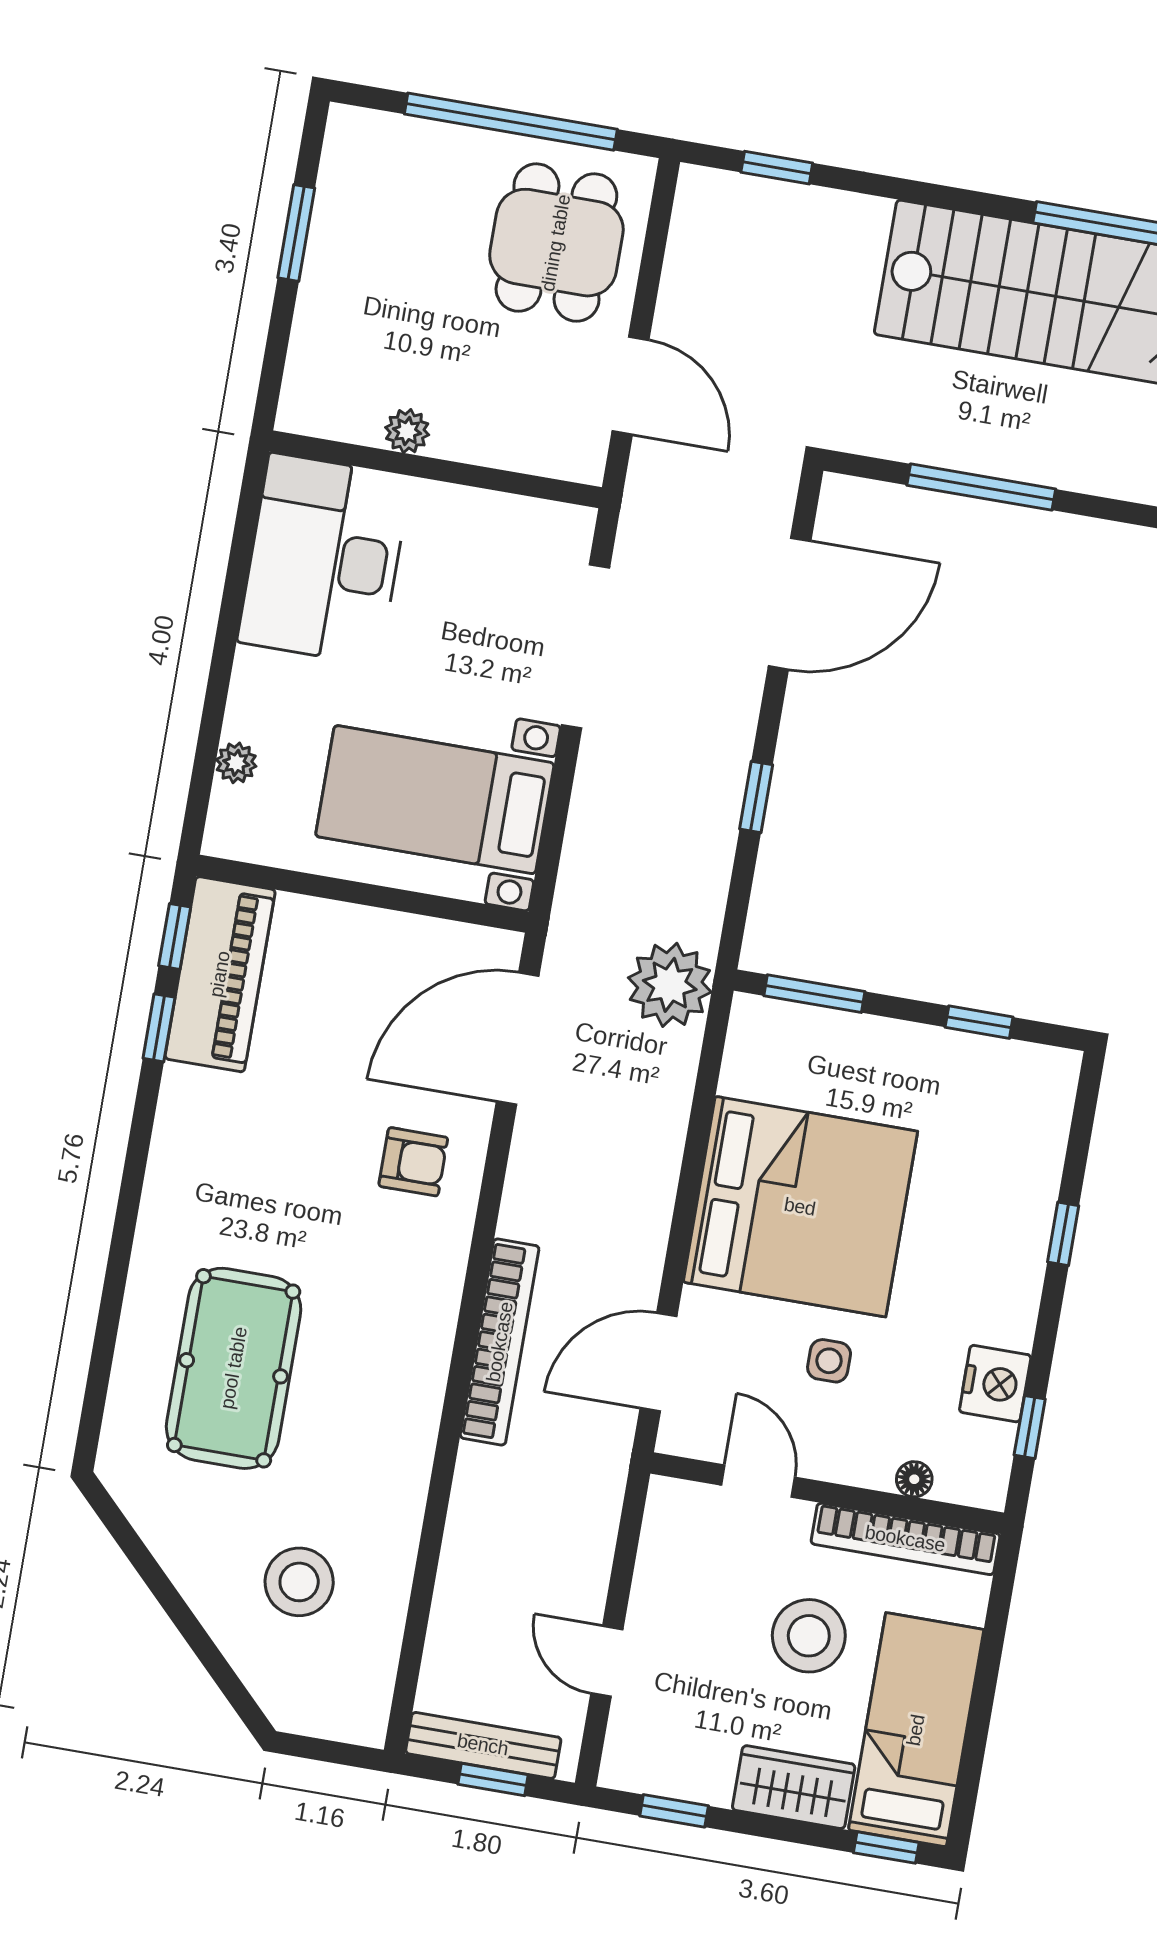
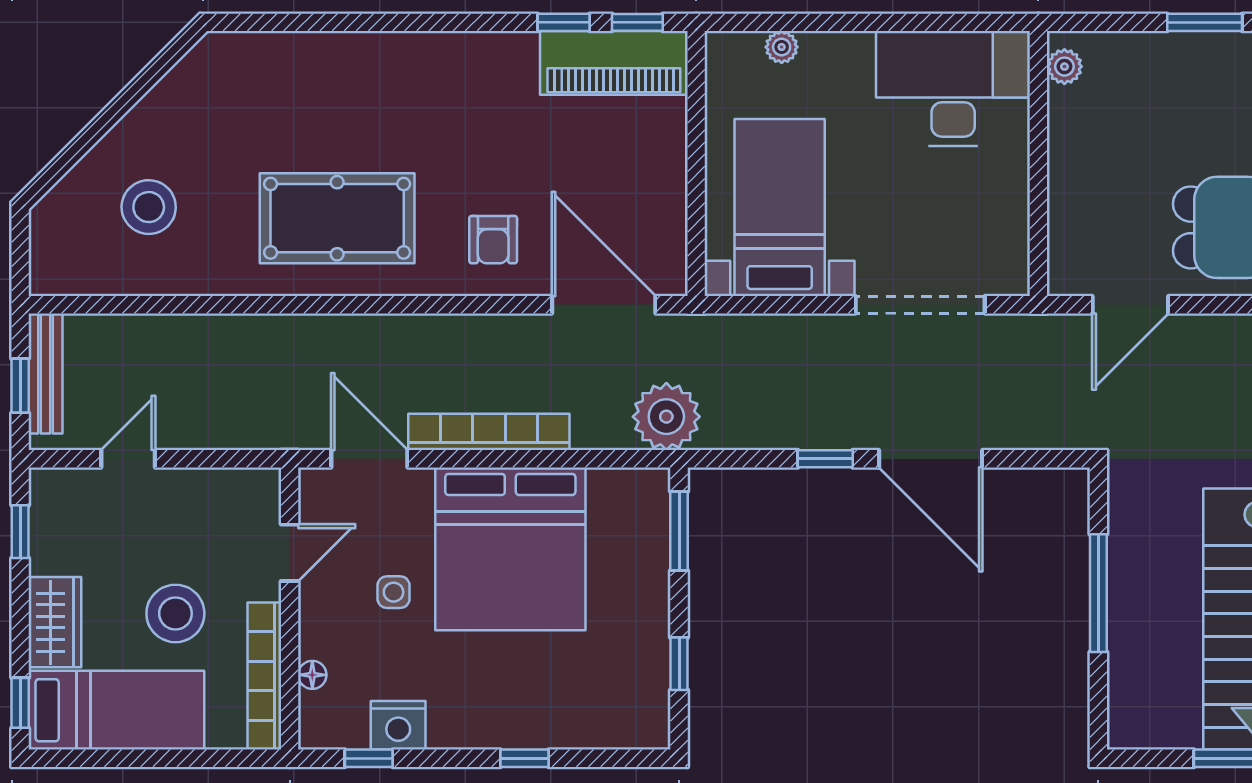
plant: (407, 431) -> (1064, 67), moved
door: (790, 604) -> (931, 459), moved
bookcase: (500, 1342) -> (489, 432), moved, turned 180
pool table: (234, 1368) -> (337, 218), moved

